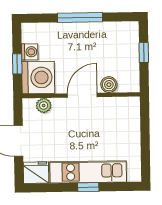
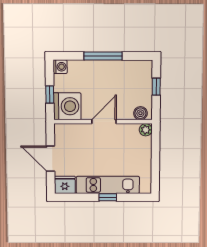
washing machine: (30, 52) -> (60, 67), moved
boiler: (109, 85) -> (140, 113), moved
plant: (44, 105) -> (146, 130), moved

